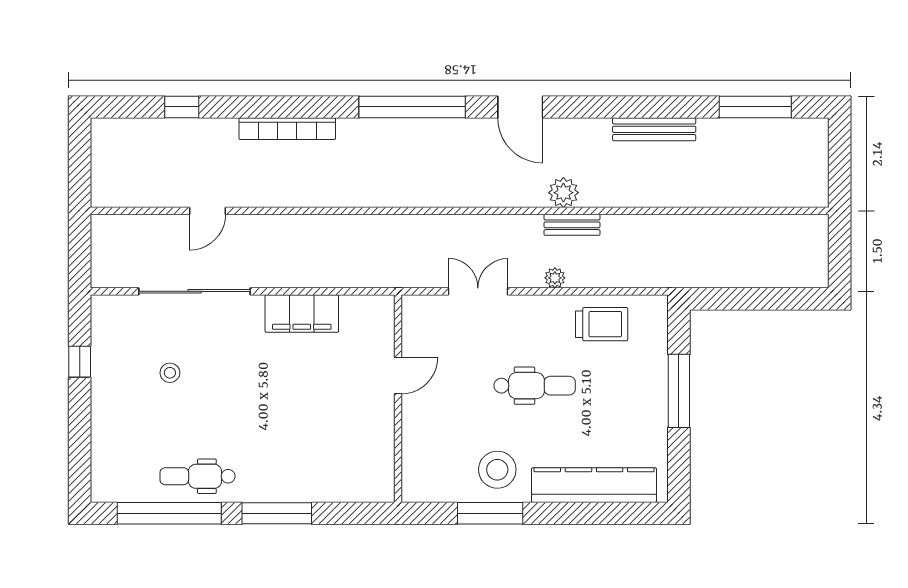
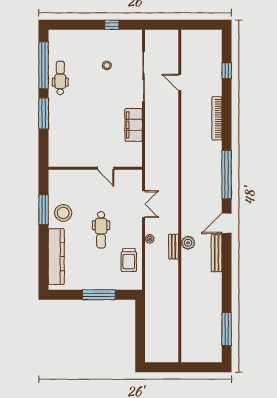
bench: (654, 129) -> (217, 253), moved

